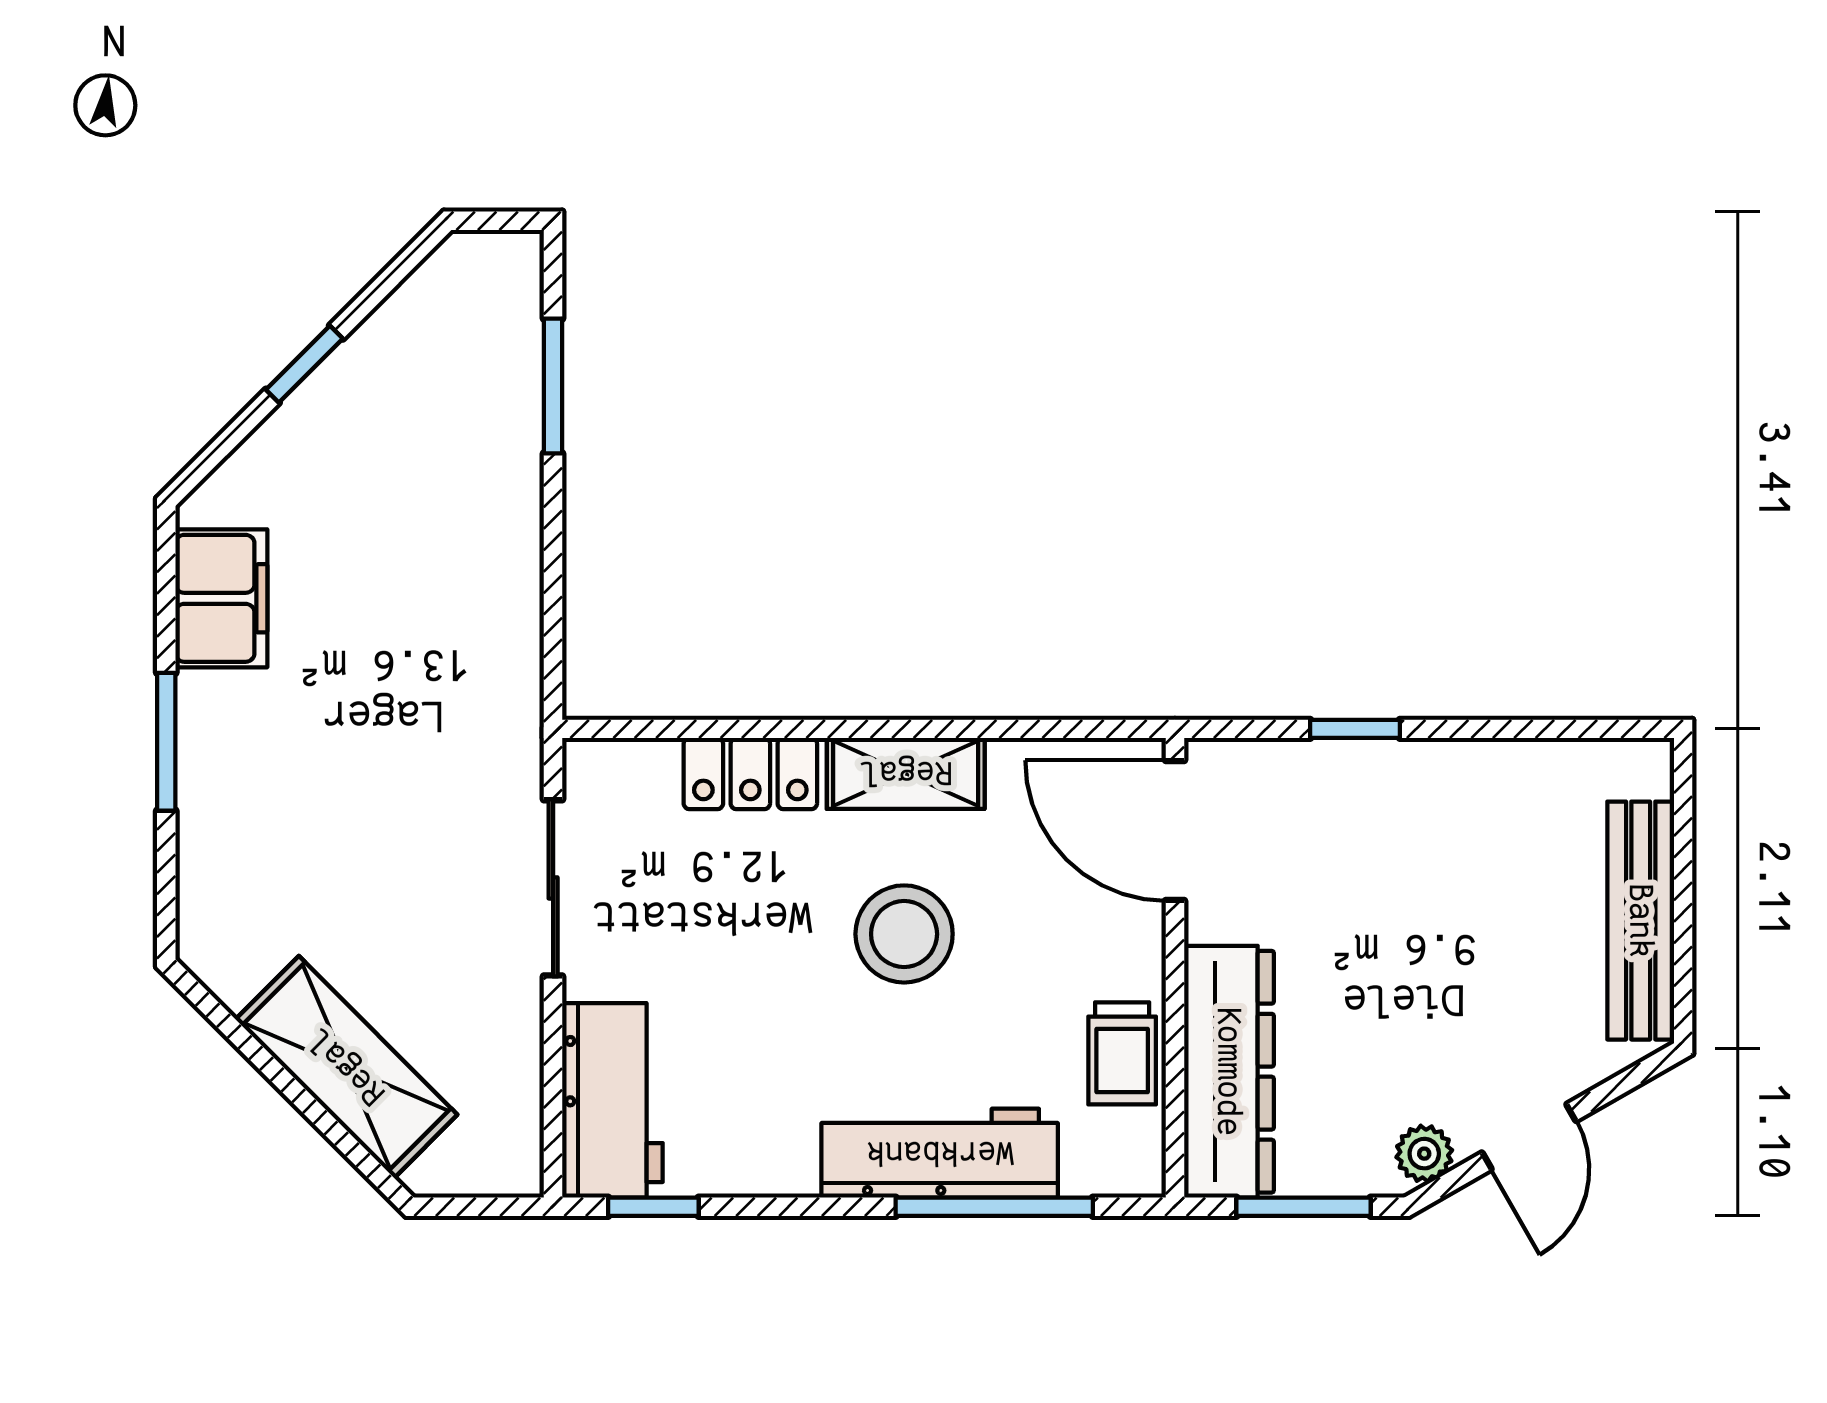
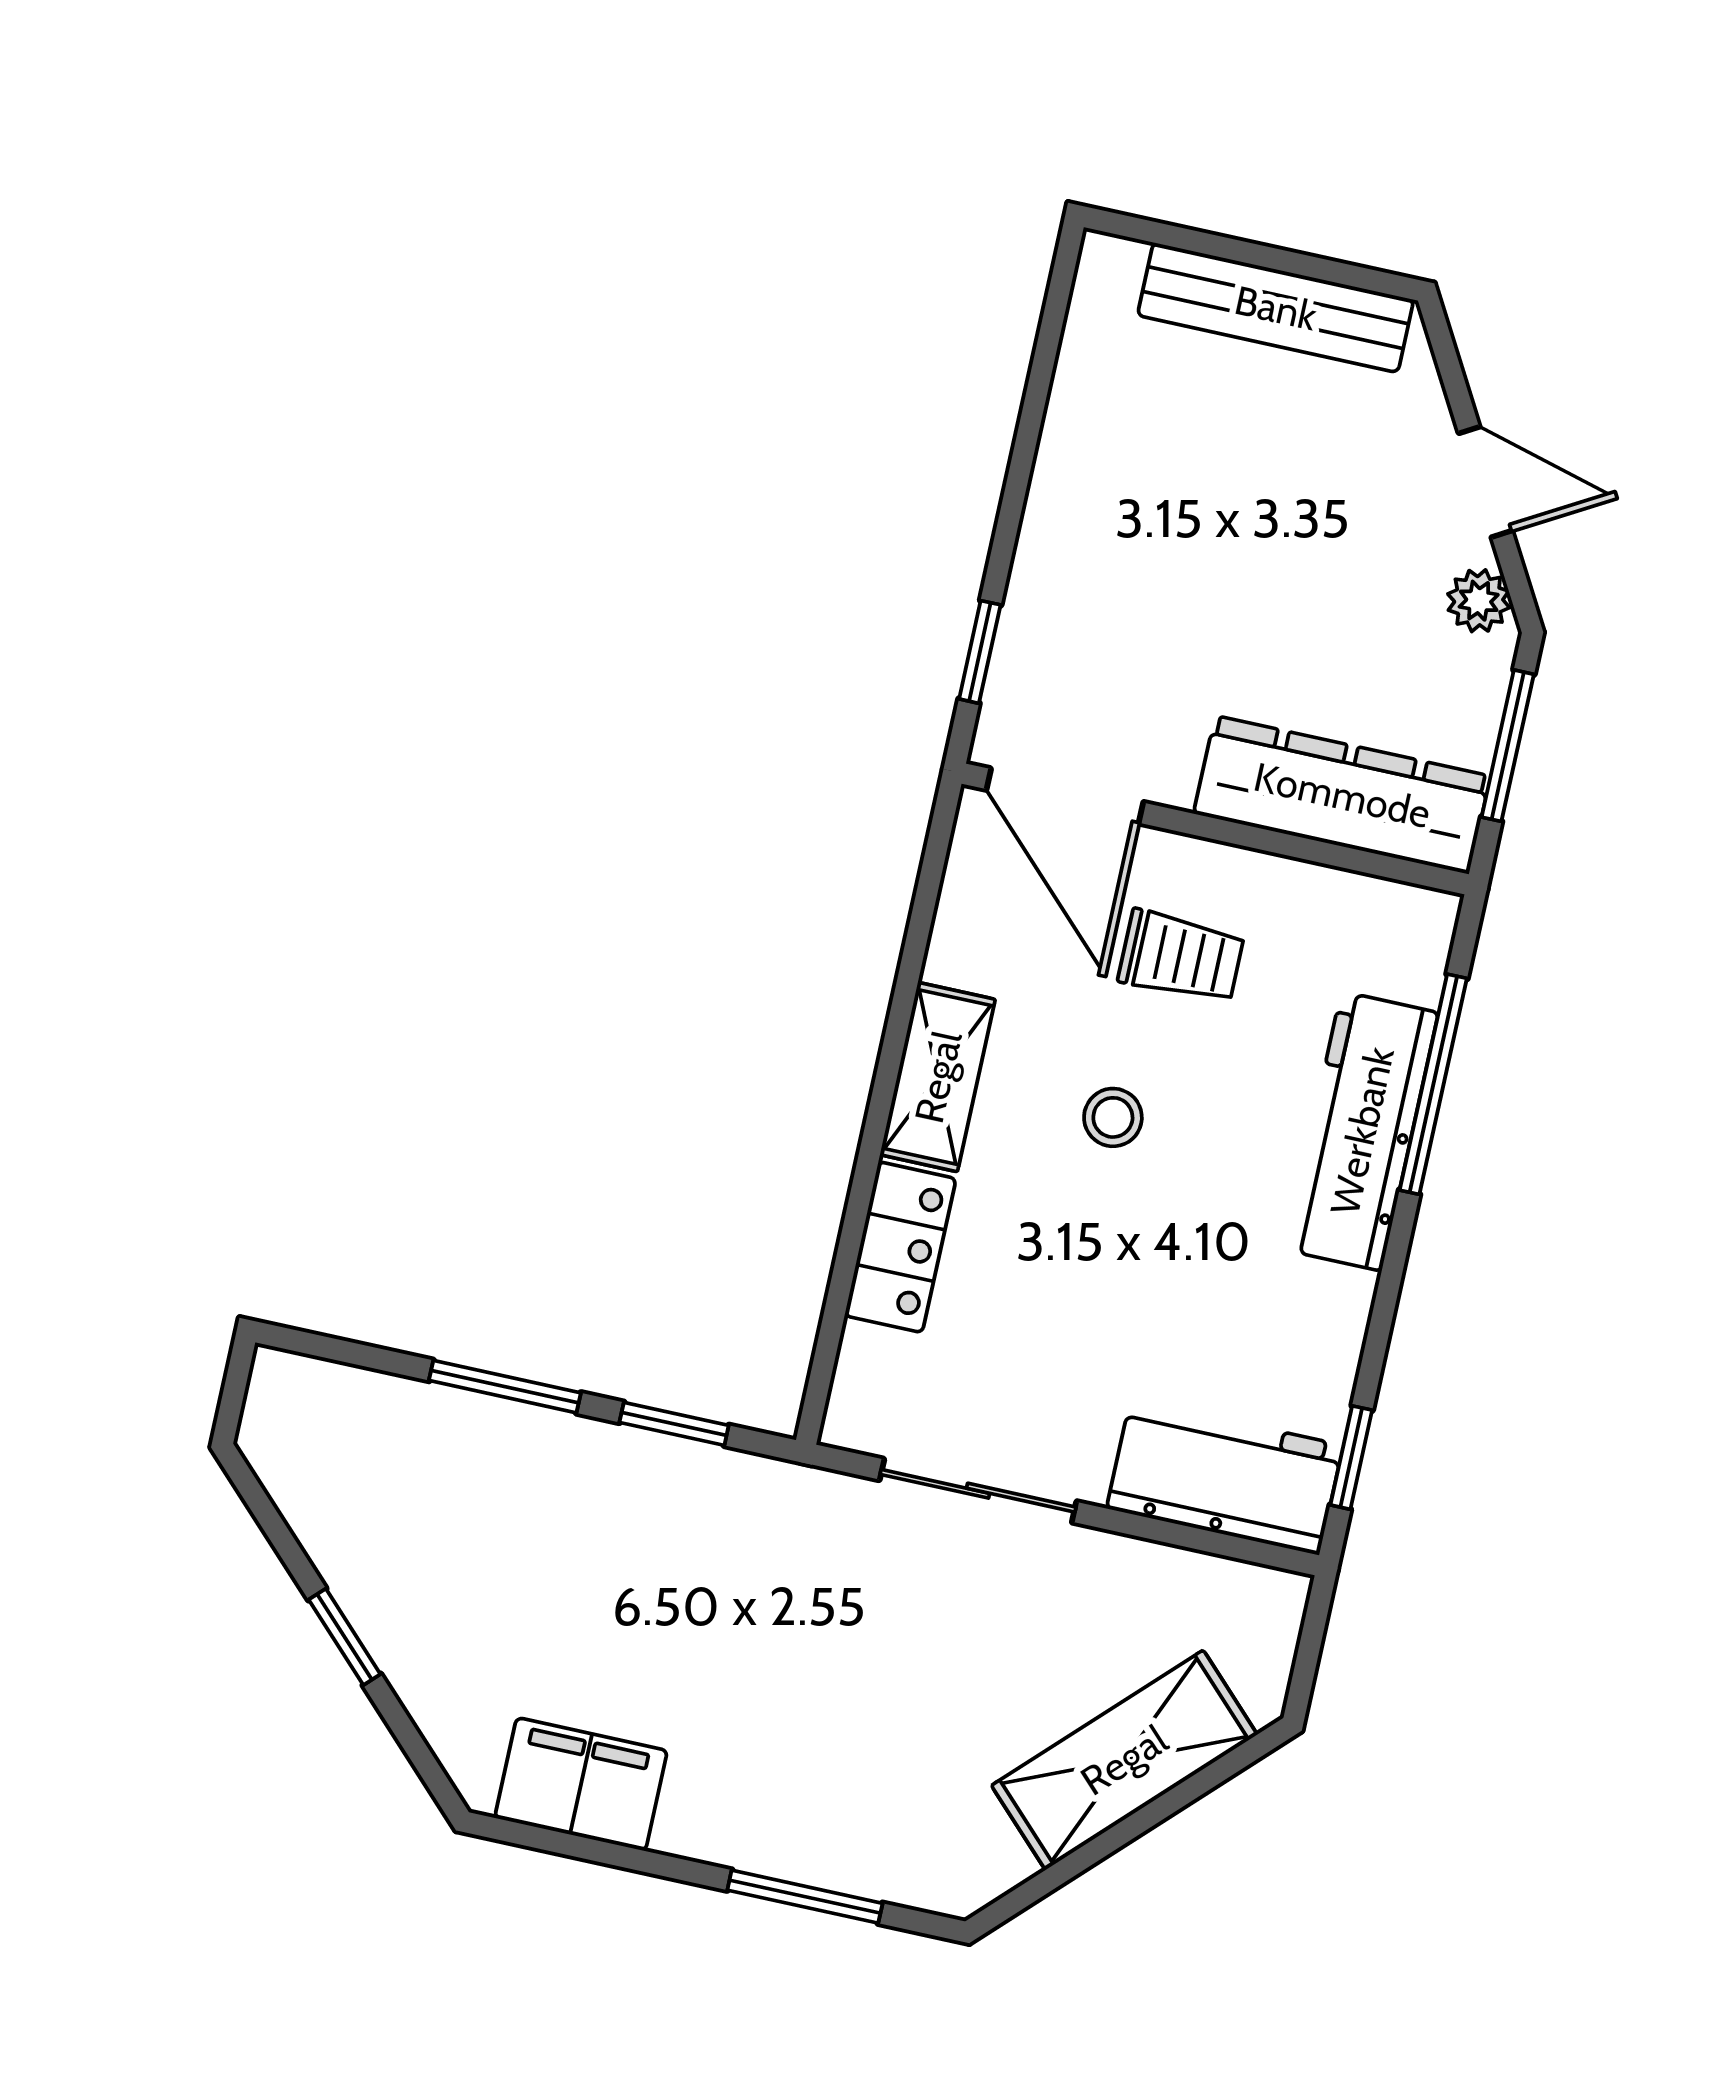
window: (553, 386) -> (505, 1387), moved
window: (553, 610) -> (674, 1424), added
window: (1355, 729) -> (980, 652), moved
window: (166, 742) -> (805, 1897), moved
door: (1175, 830) -> (1065, 796), hinge flipped
stool: (904, 934) -> (1113, 1117), width x0.53, depth x0.53
trolley: (1122, 1053) -> (1181, 957), moved

